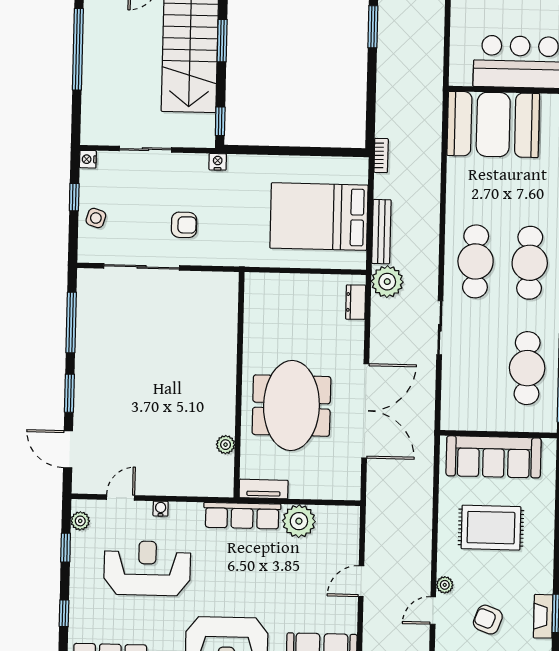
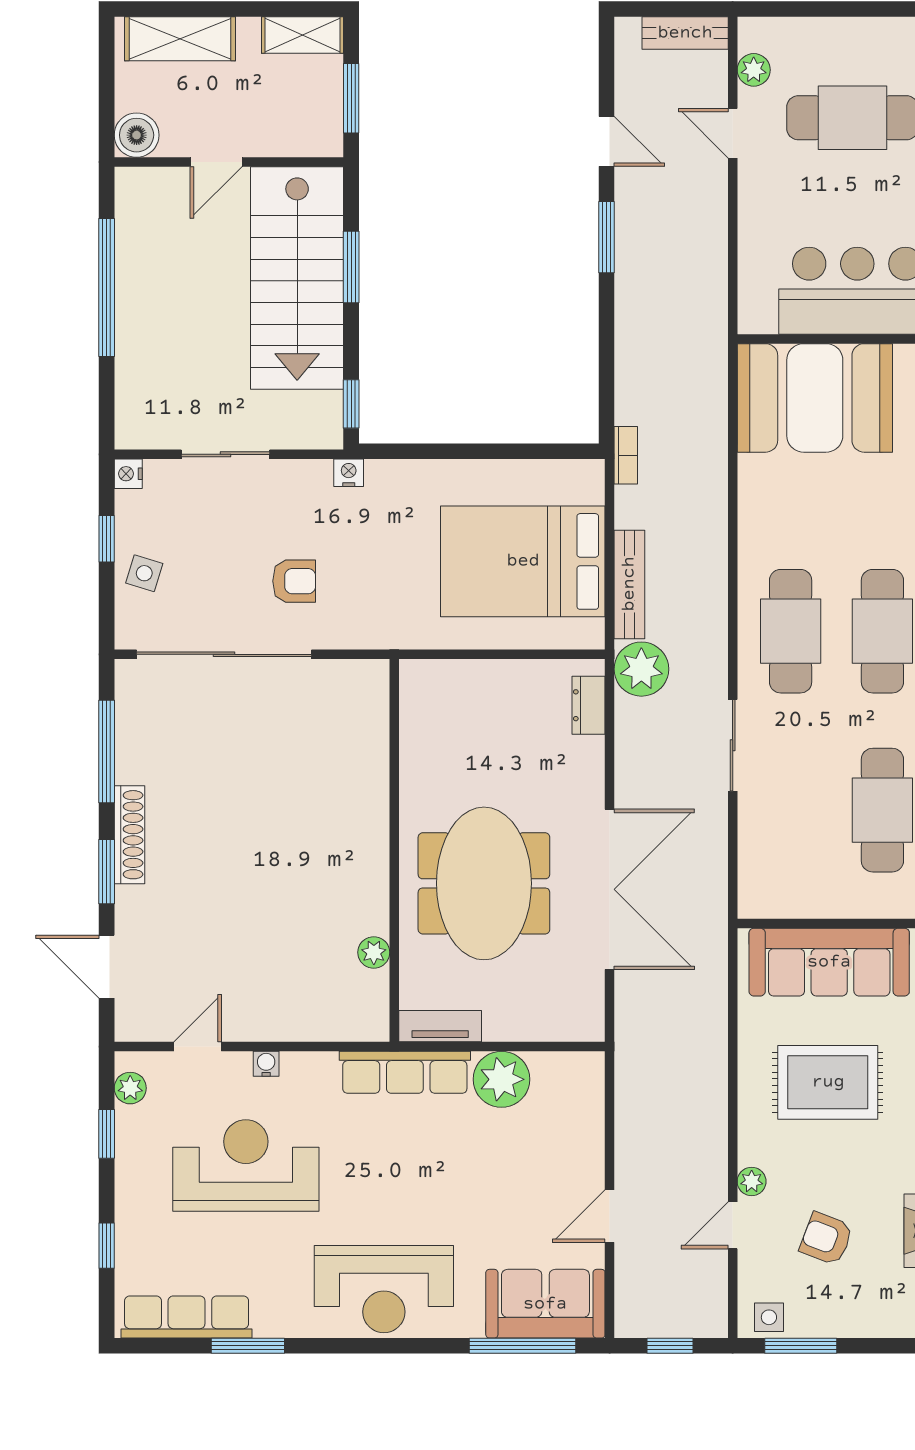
sliding door: (142, 267) -> (224, 654), width x1.36
shoe rack: (83, 372) -> (129, 835), added
door: (361, 581) -> (610, 1216), moved

